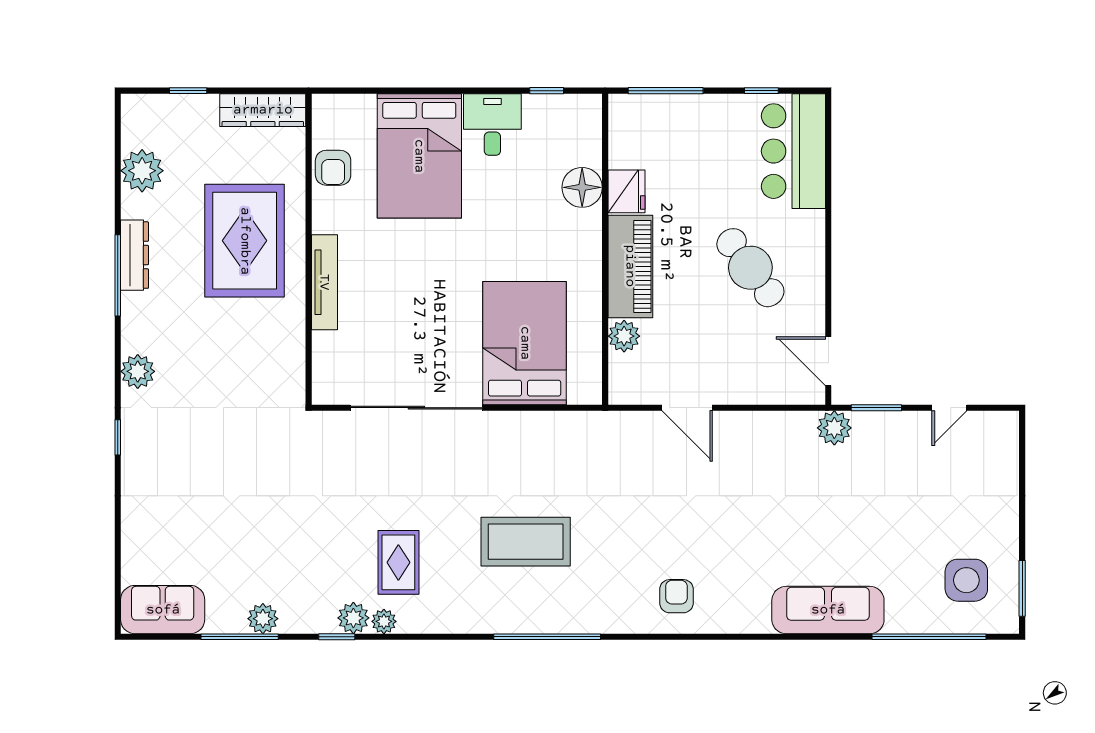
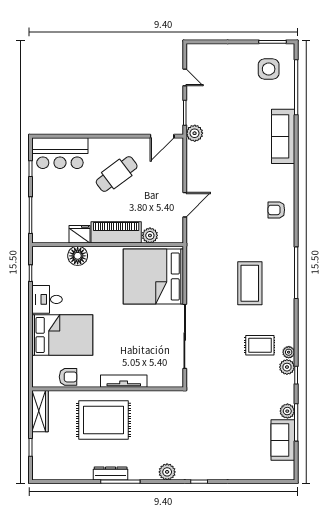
plant: (142, 171) -> (69, 470), removed
bed: (525, 343) -> (153, 276), width x1.36
sofa: (163, 610) -> (283, 440), moved

